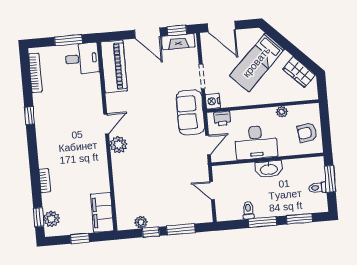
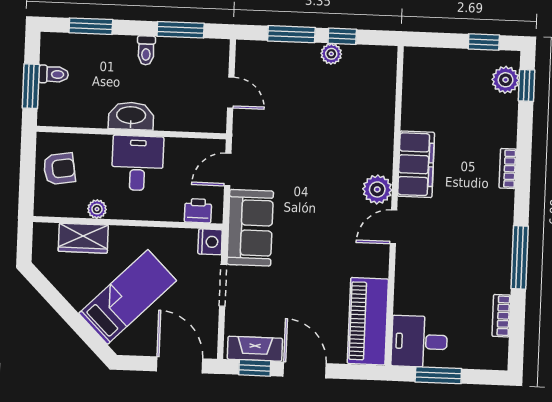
wardrobe: (299, 72) -> (83, 238), moved, turned 135
bookcase: (35, 73) -> (501, 316), width x0.64
window: (30, 116) -> (520, 257), width x2.17
desk: (256, 142) -> (138, 163), width x0.73
bookcase: (45, 181) -> (508, 169), moved
toilet: (248, 210) -> (146, 50), moved
filing cabinet: (102, 212) -> (416, 164), moved
plant: (141, 222) -> (331, 54), moved
window: (262, 222) -> (181, 30), moved
window: (80, 238) -> (484, 42), moved

